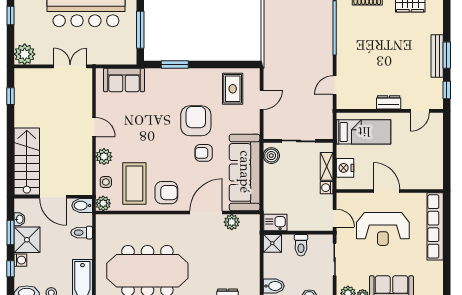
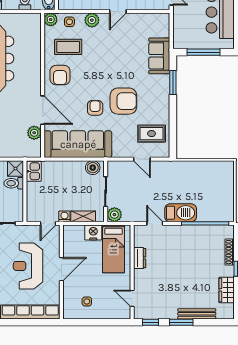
barbecue: (323, 56) -> (181, 213), added
bench: (437, 56) -> (197, 314), moved
sofa: (124, 80) -> (159, 56), moved
dresser: (389, 102) -> (140, 258), moved
plant: (325, 131) -> (114, 215), added
side table: (423, 162) -> (87, 301), added
nightstand: (345, 168) -> (93, 232), moved
coffee table: (134, 183) -> (68, 47), width x0.73, depth x0.76
door: (335, 218) -> (48, 223), moved
toilet: (301, 245) -> (14, 183), moved

